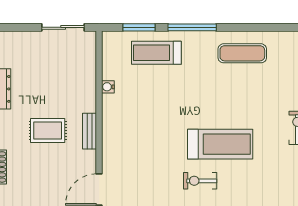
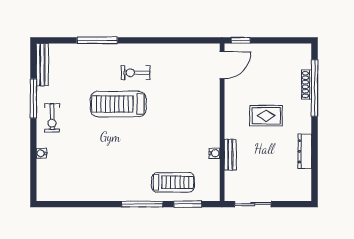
exercise mat: (242, 53) -> (99, 182), removed
bench: (90, 131) -> (230, 155), moved
exercise bike: (200, 181) -> (135, 73), turned 180

